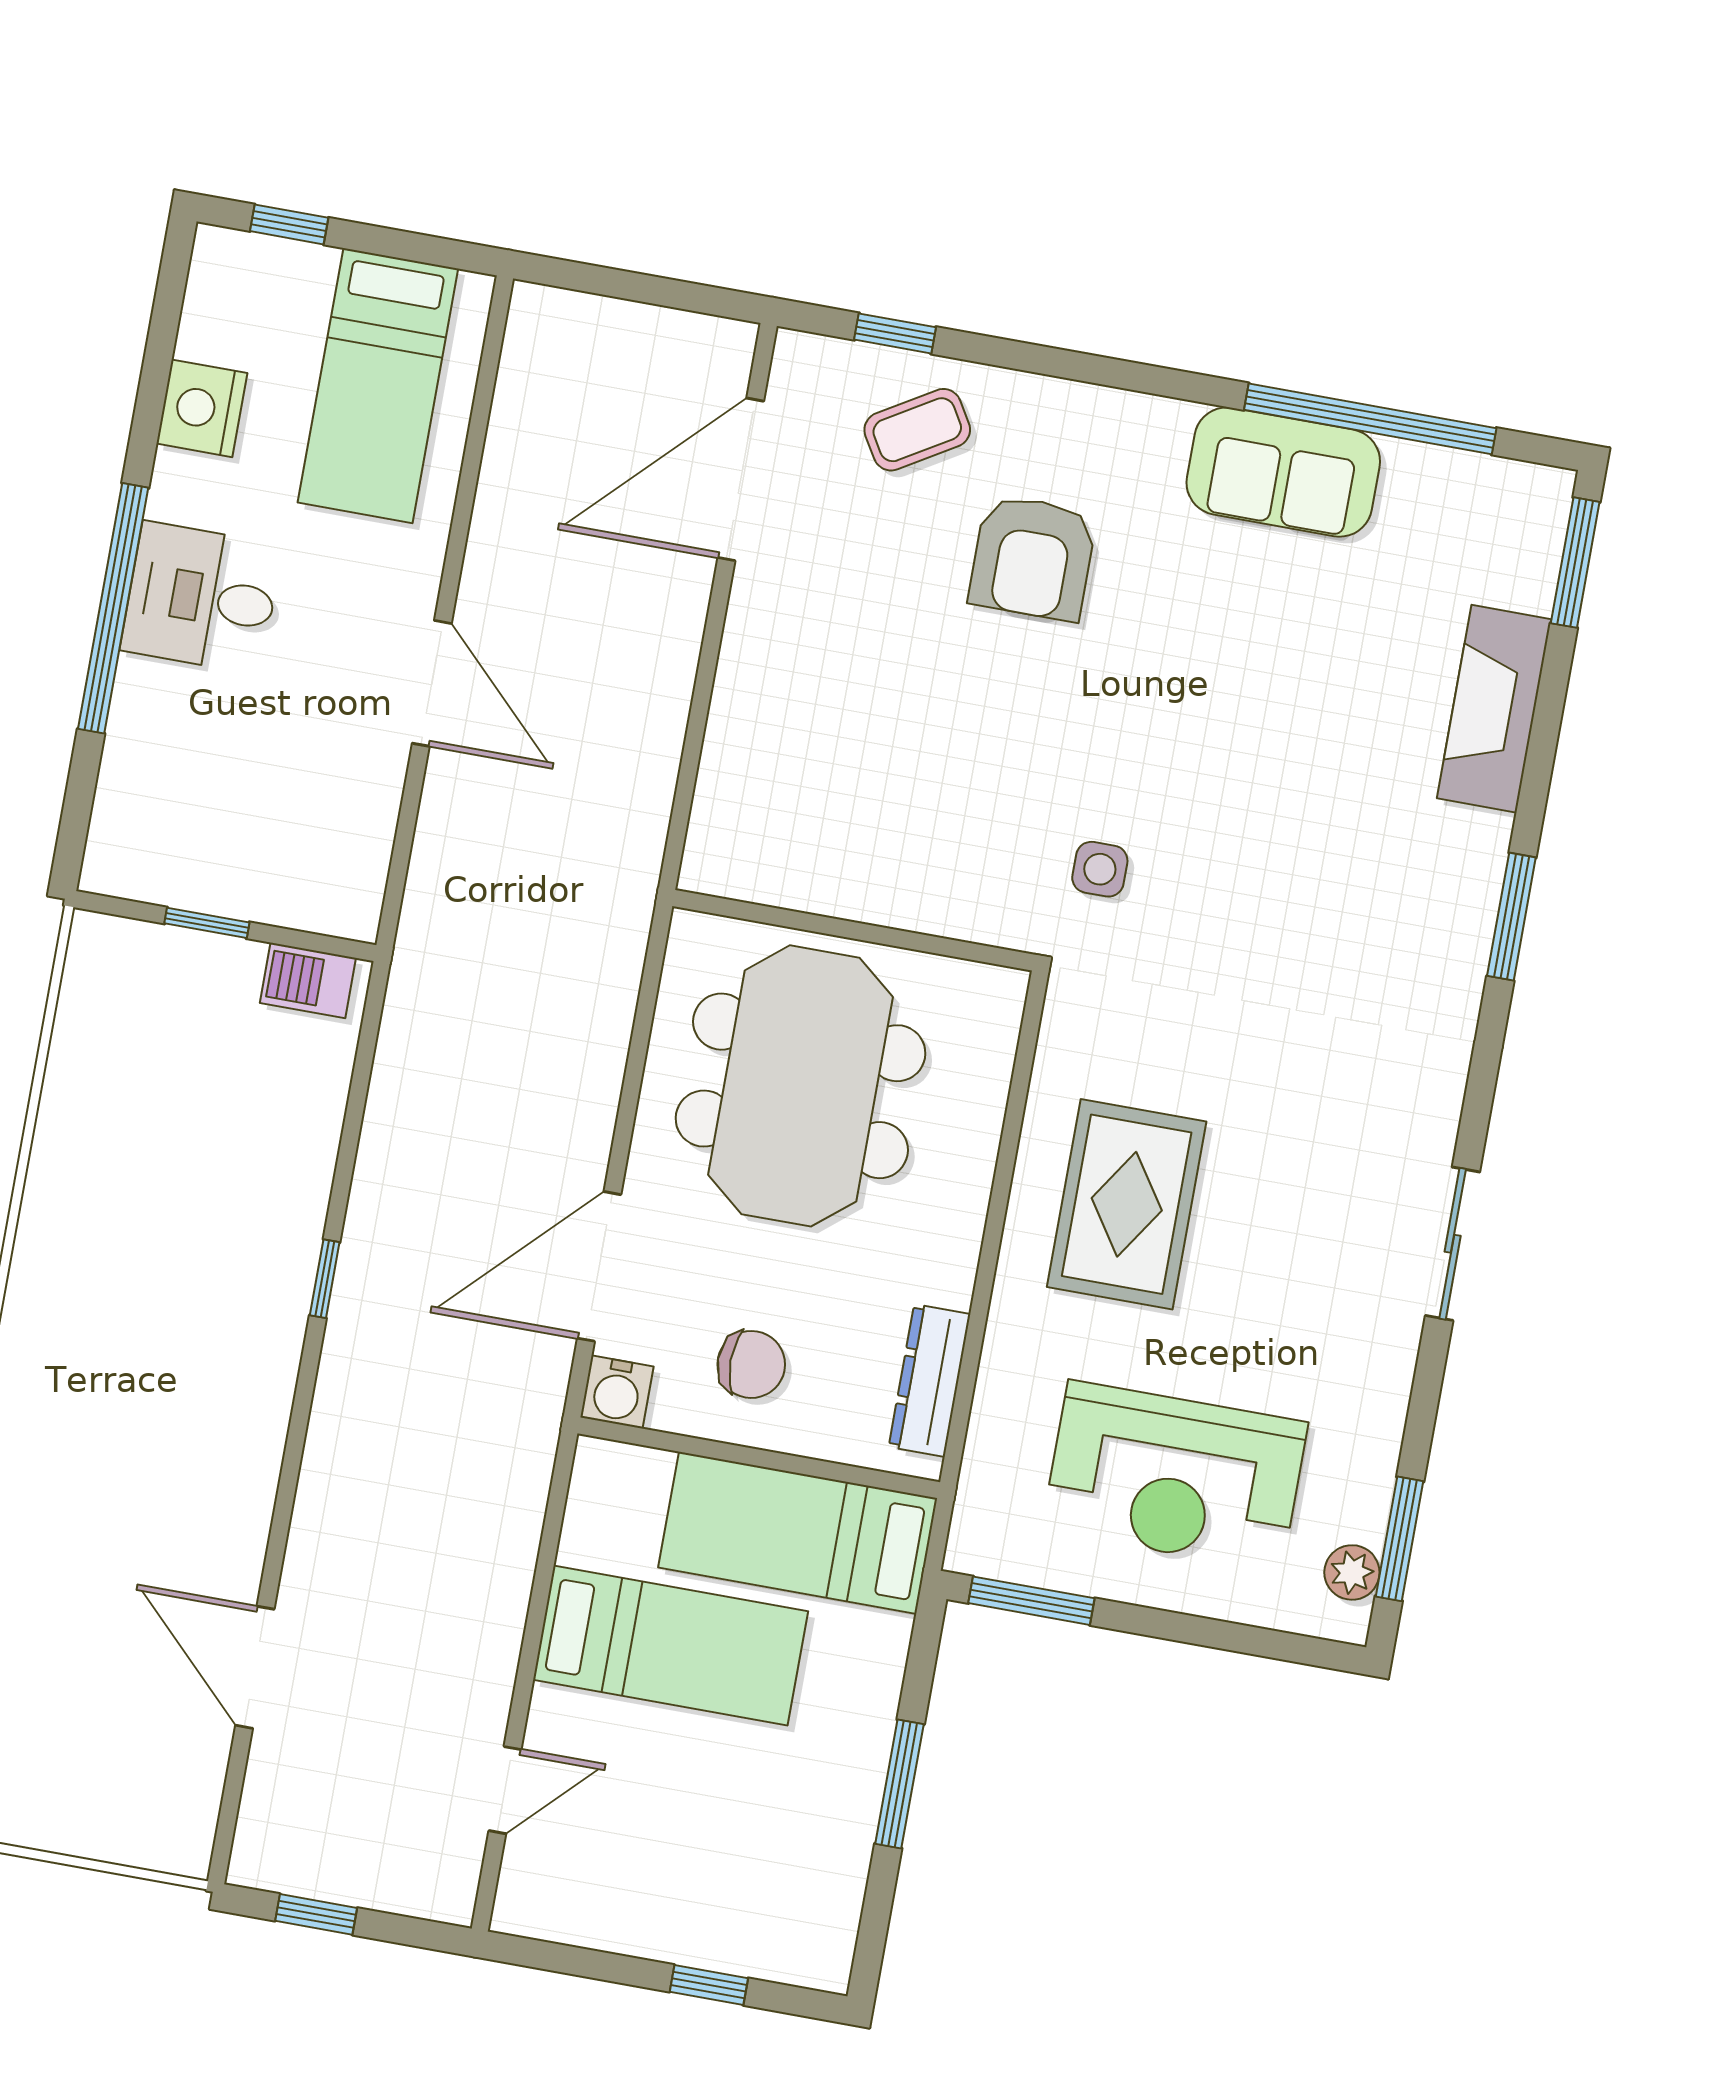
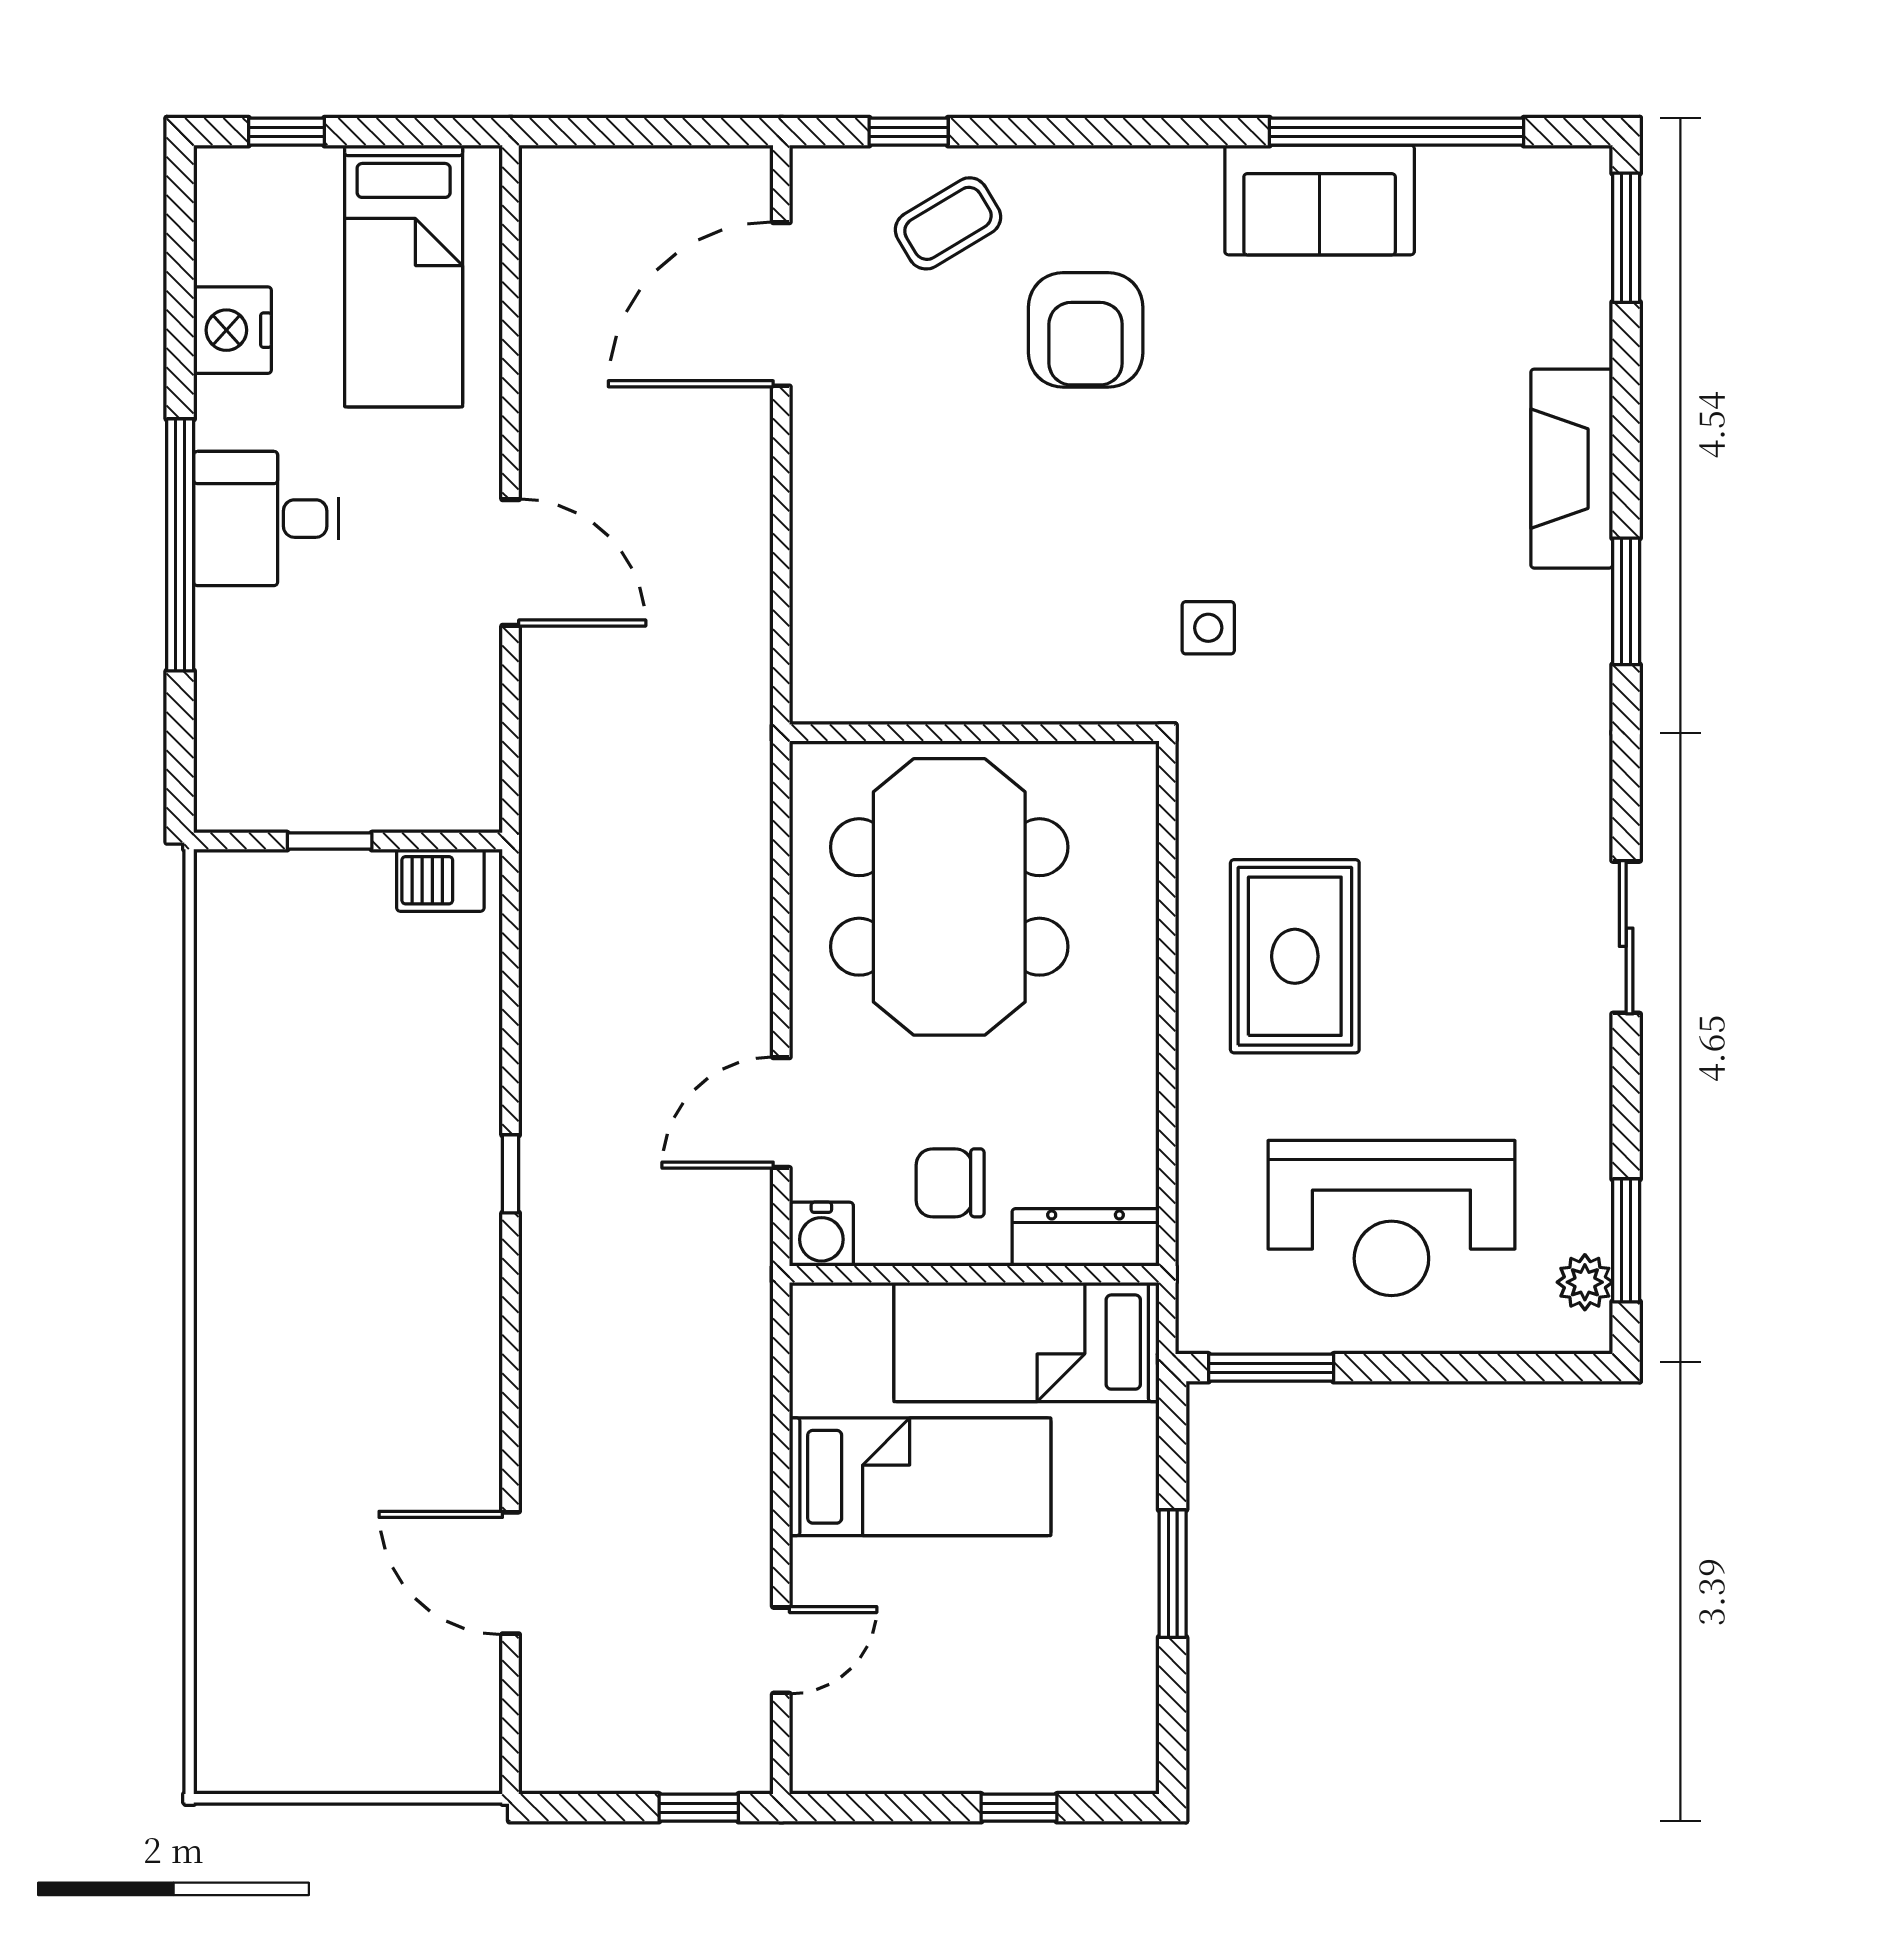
fireplace: (1494, 709) -> (1572, 469), moved
door: (599, 1266) -> (781, 1113), width x0.73
chair: (751, 1364) -> (950, 1183), turned 180
dresser: (929, 1380) -> (1086, 1237), moved, turned 90
window: (316, 1914) -> (699, 1808), moved

